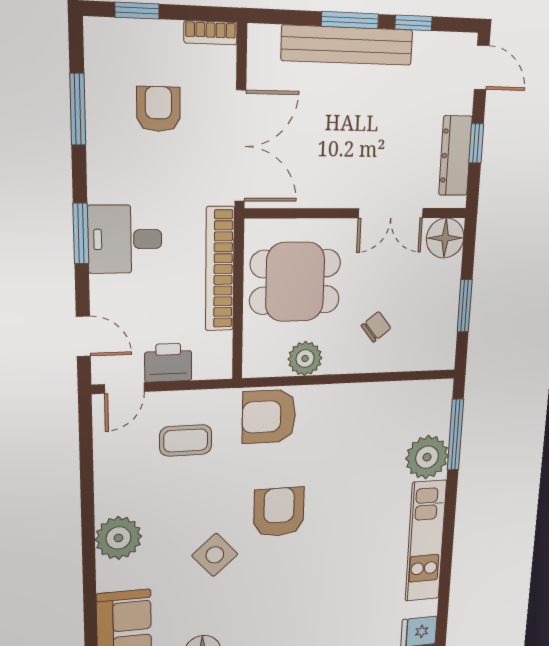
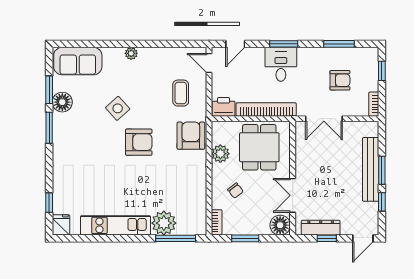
double door: (240, 146) -> (324, 119), width x0.73
bookcase: (432, 361) -> (217, 222), added
printer: (168, 363) -> (224, 107), moved, turned -90
plant: (118, 538) -> (131, 53), width x0.53, depth x0.53

